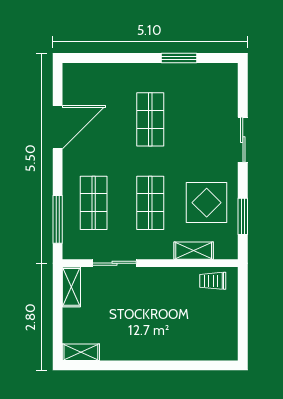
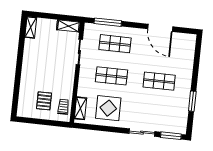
window: (243, 216) -> (171, 136), moved
shelving: (194, 251) -> (81, 108), moved
pallet: (206, 315) -> (44, 101), added

